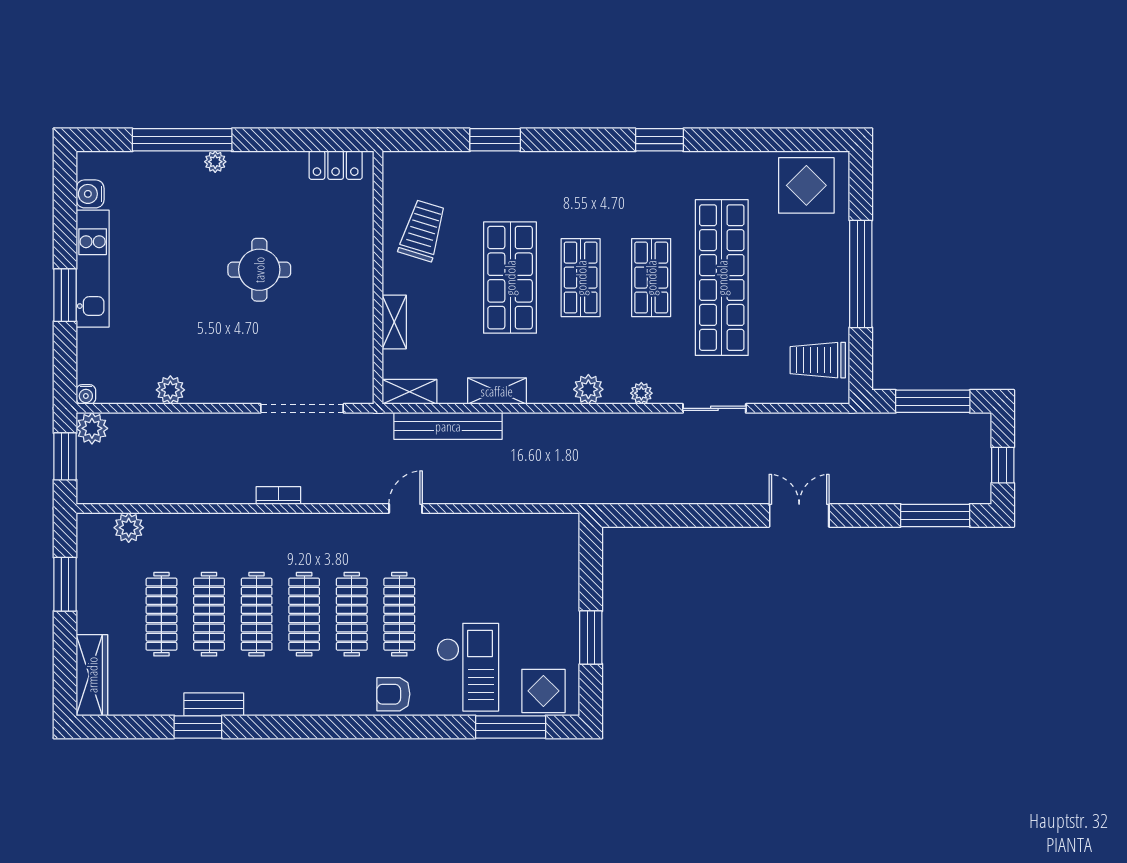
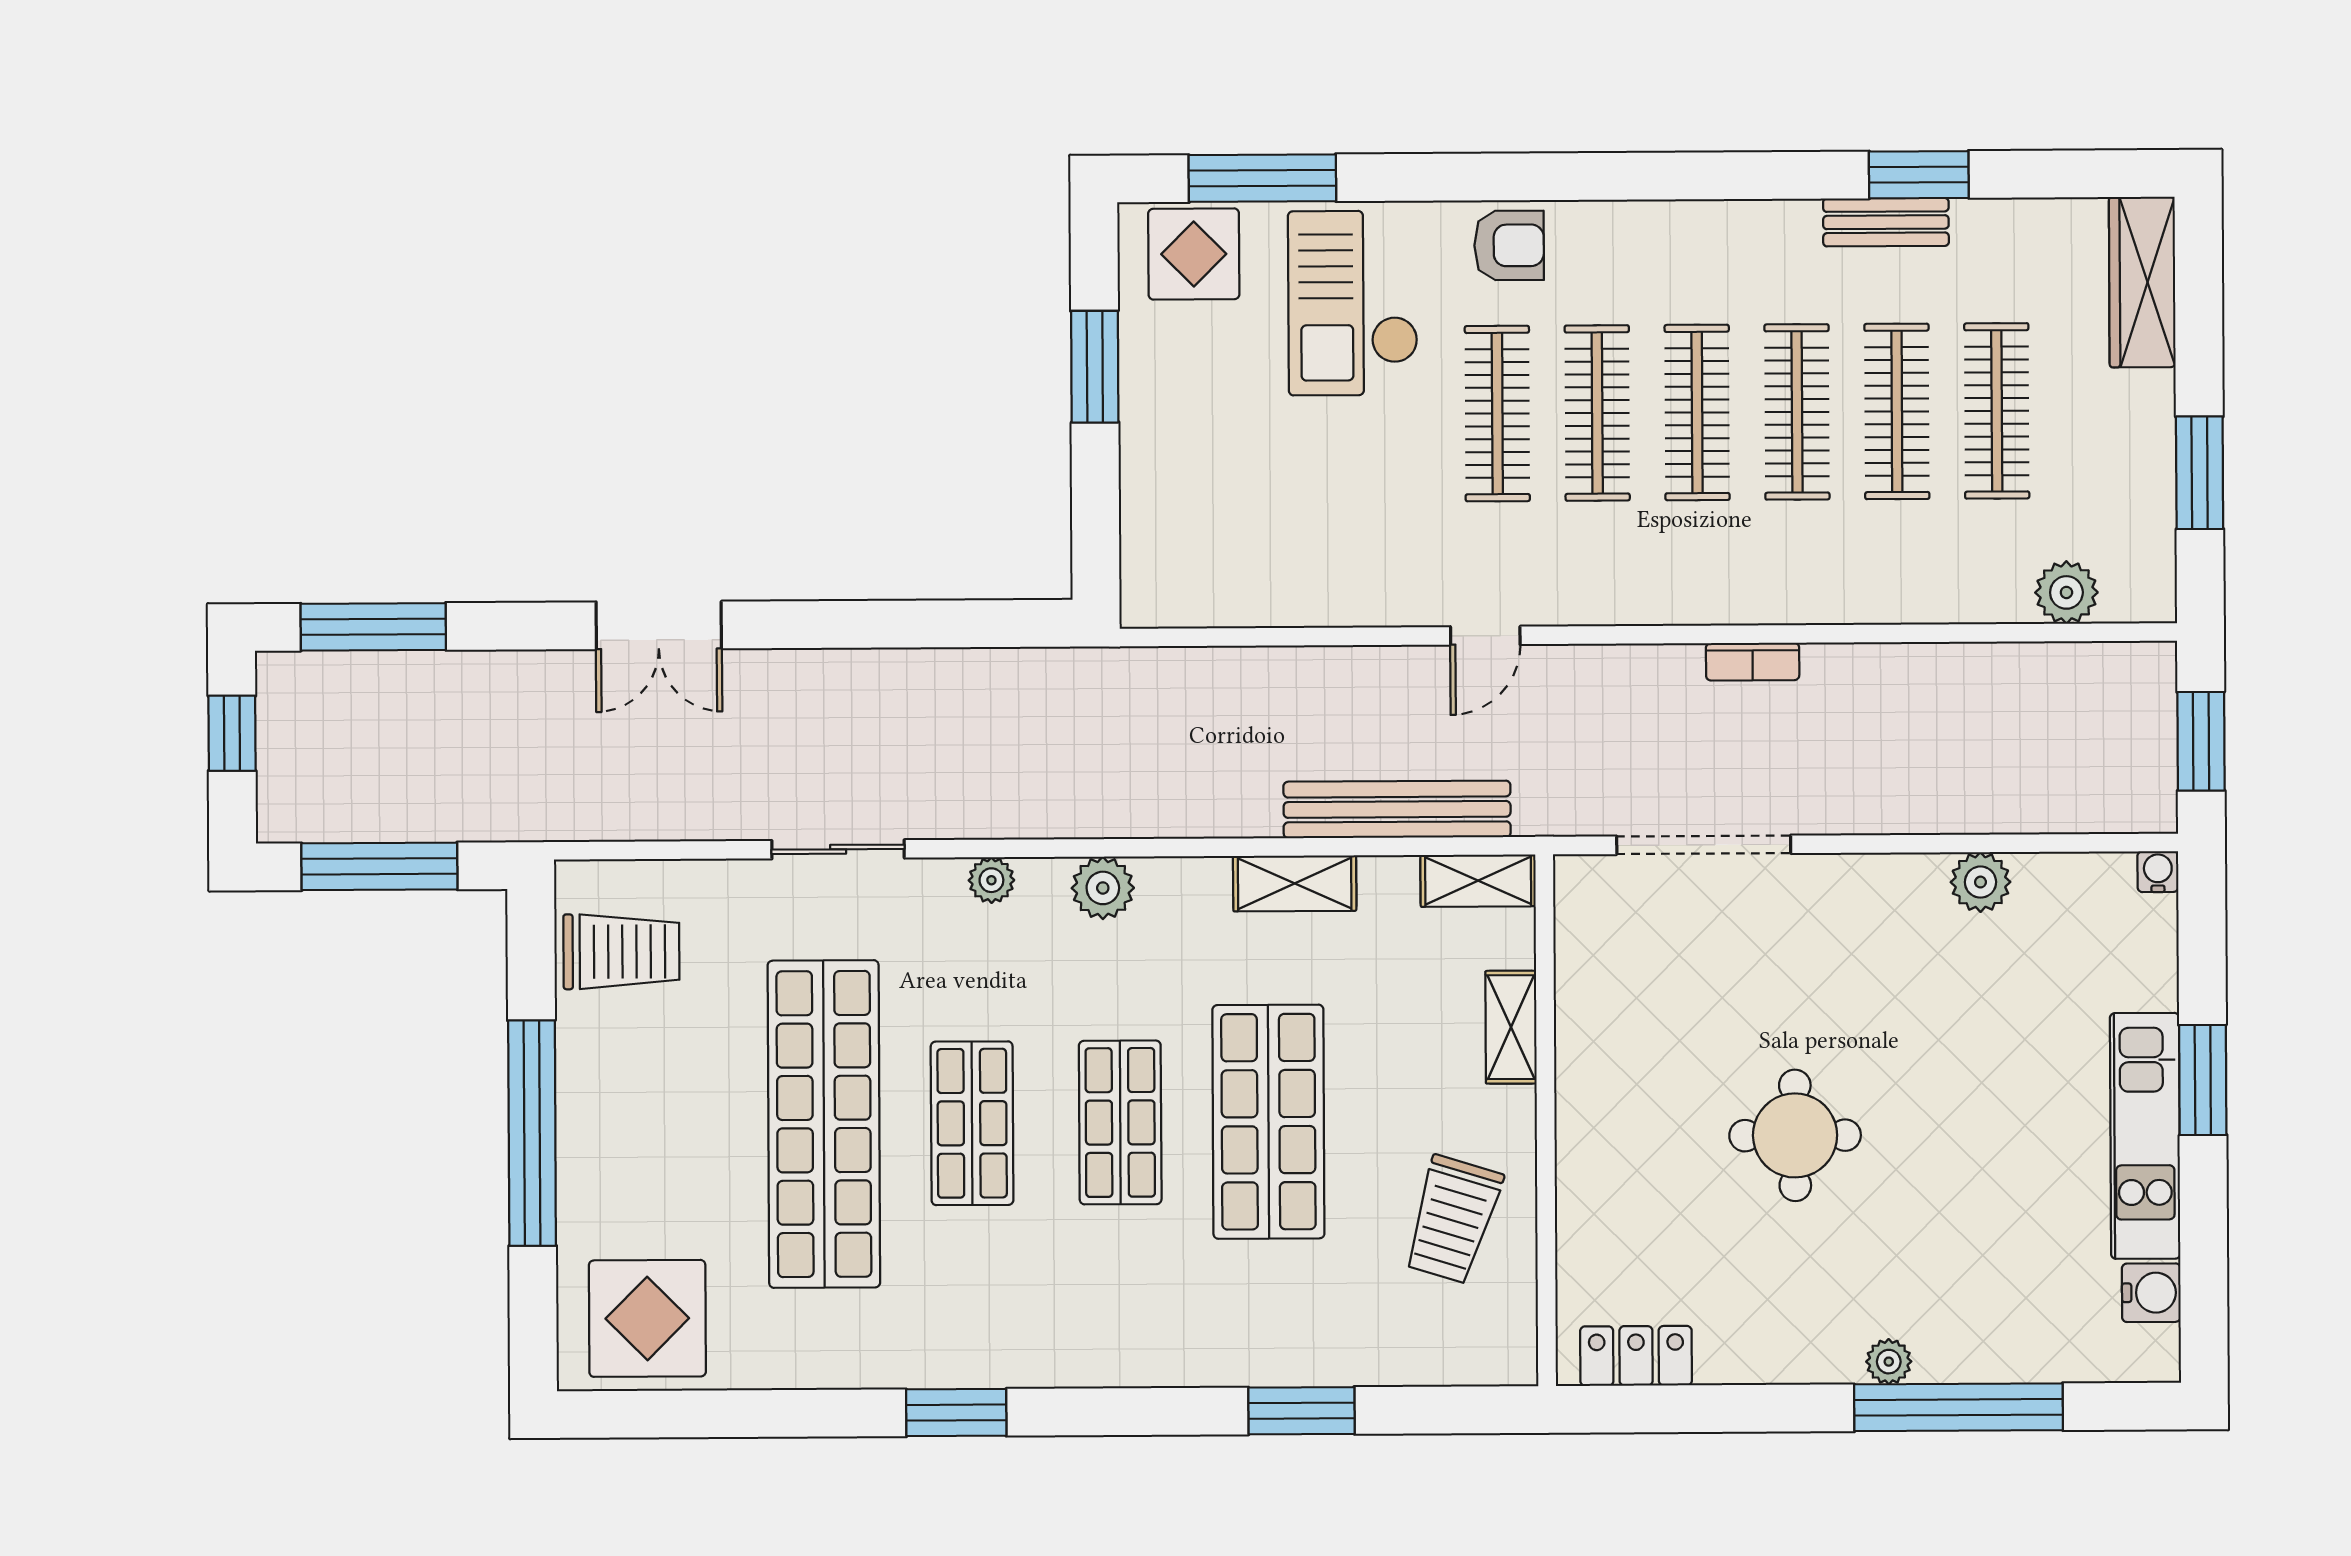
plant: (92, 428) -> (2145, 800), removed

